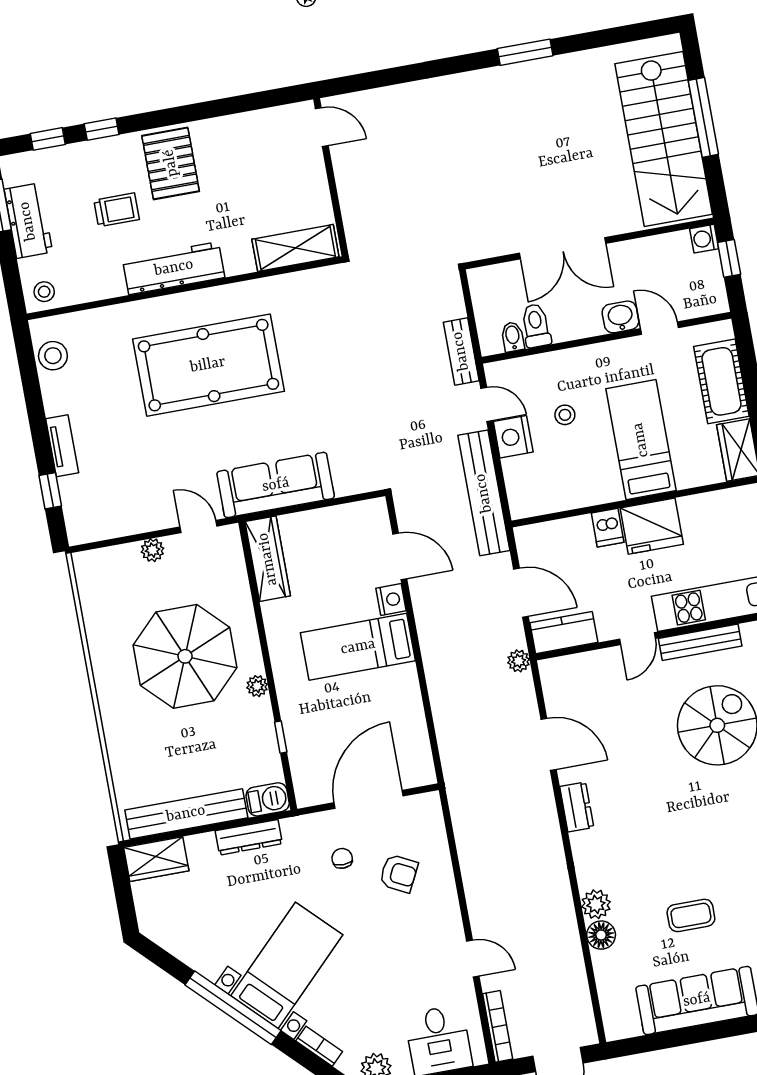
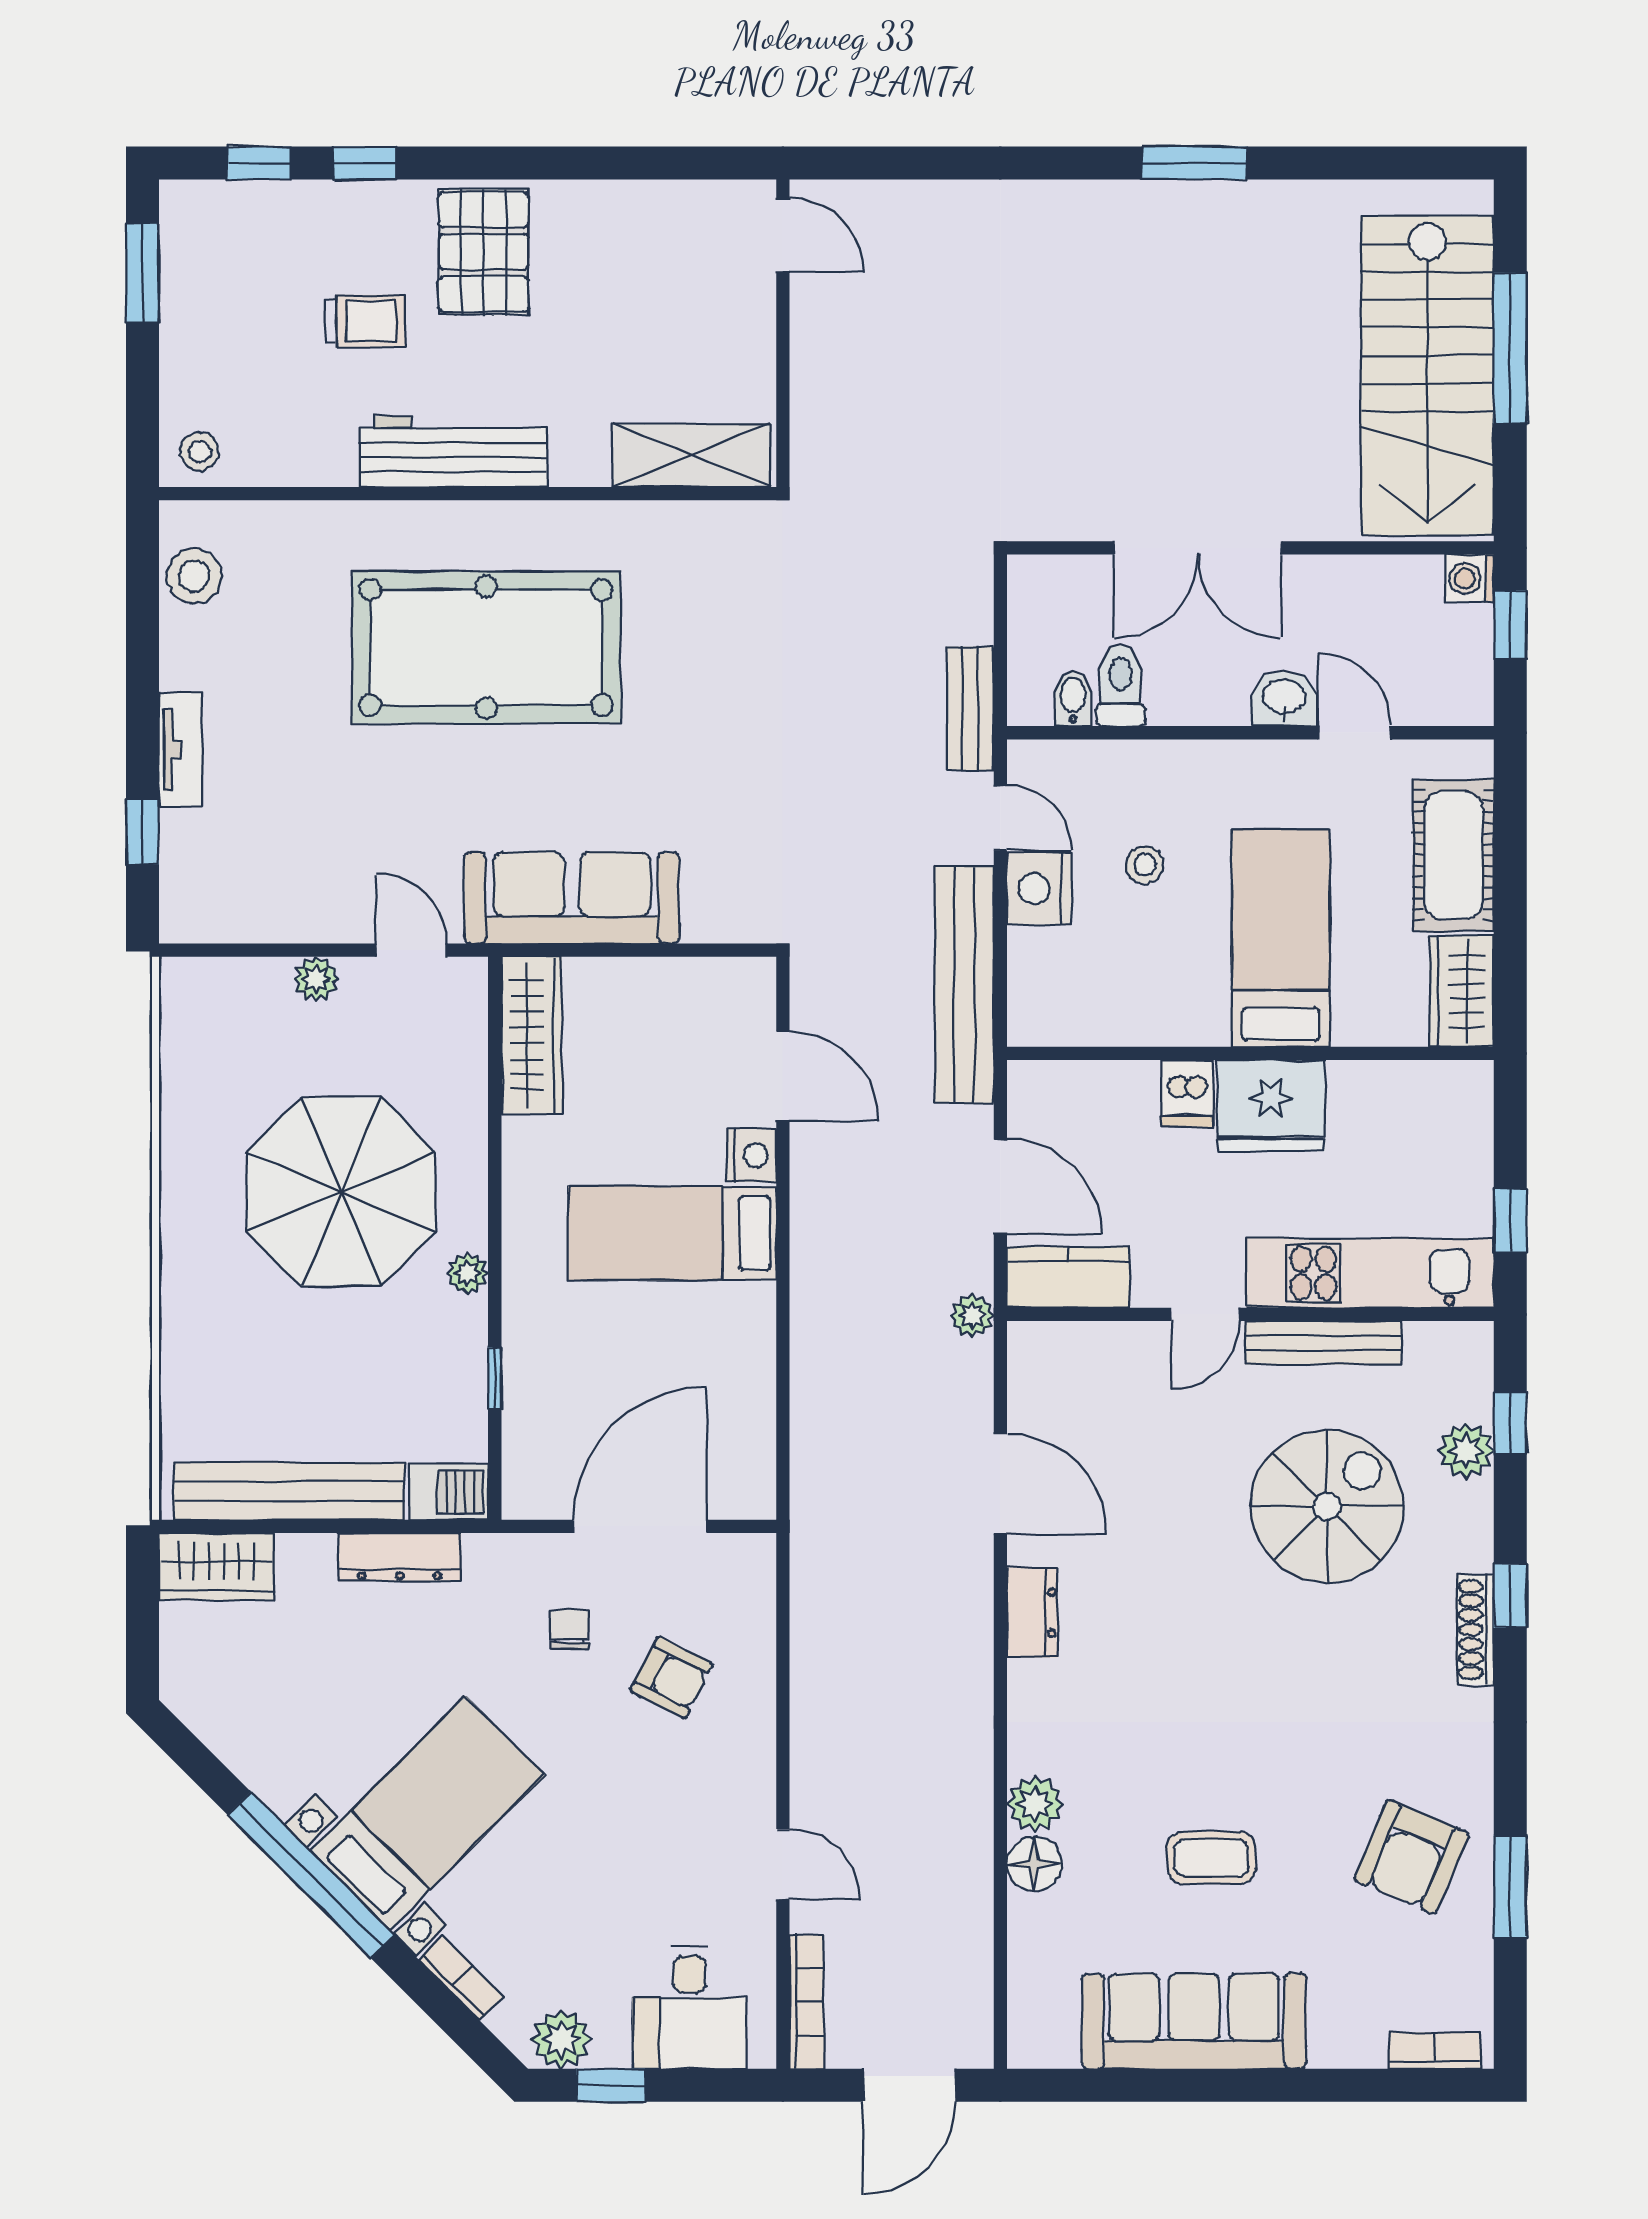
workbench: (28, 221) -> (194, 311), removed

